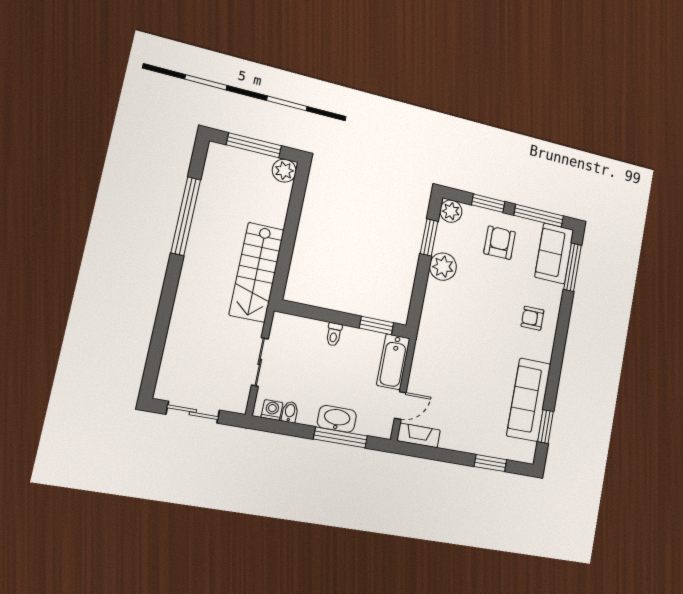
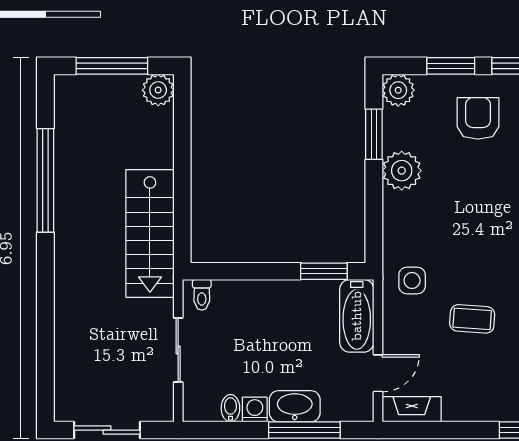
toilet: (334, 334) -> (202, 295), moved
side table: (436, 344) -> (412, 280), added
coffee table: (471, 379) -> (472, 319), added
washing machine: (272, 410) -> (255, 410), moved

